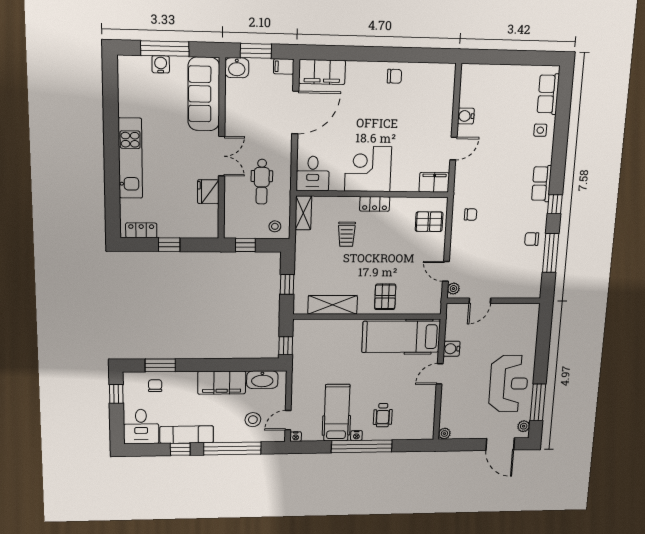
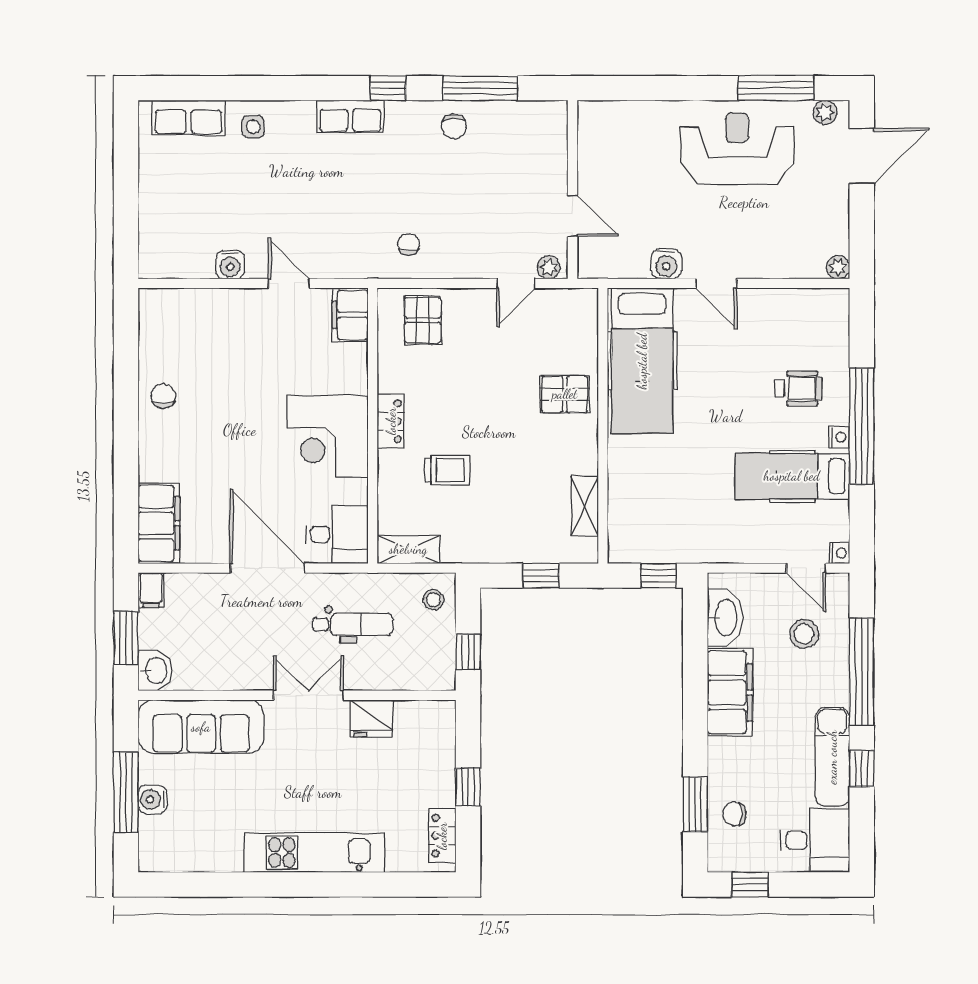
door: (295, 112) -> (267, 568), moved
shelving: (333, 305) -> (585, 506), width x0.67, depth x0.75

